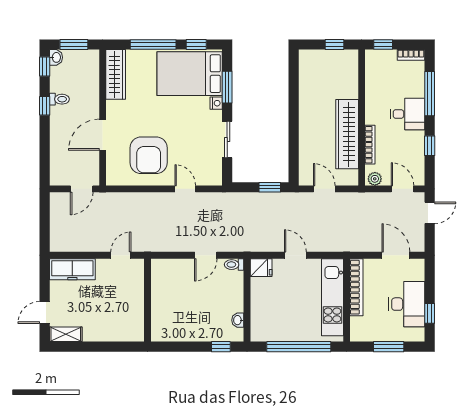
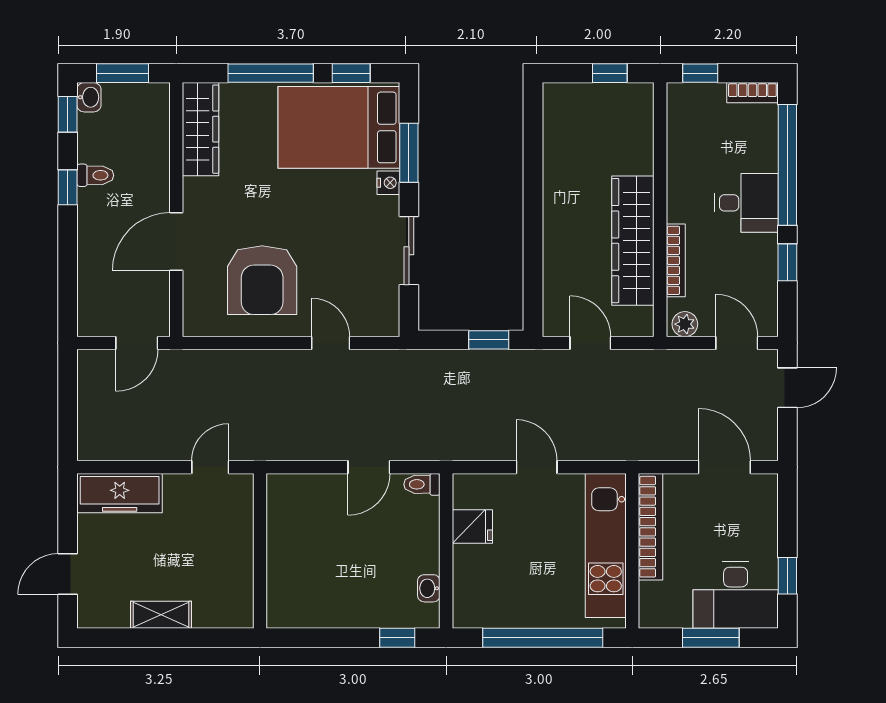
window: (430, 94) -> (787, 165), width x1.46
fridge: (261, 268) -> (472, 526), moved
desk: (407, 304) -> (736, 595), moved, turned 90
shelving: (66, 334) -> (161, 615), moved

